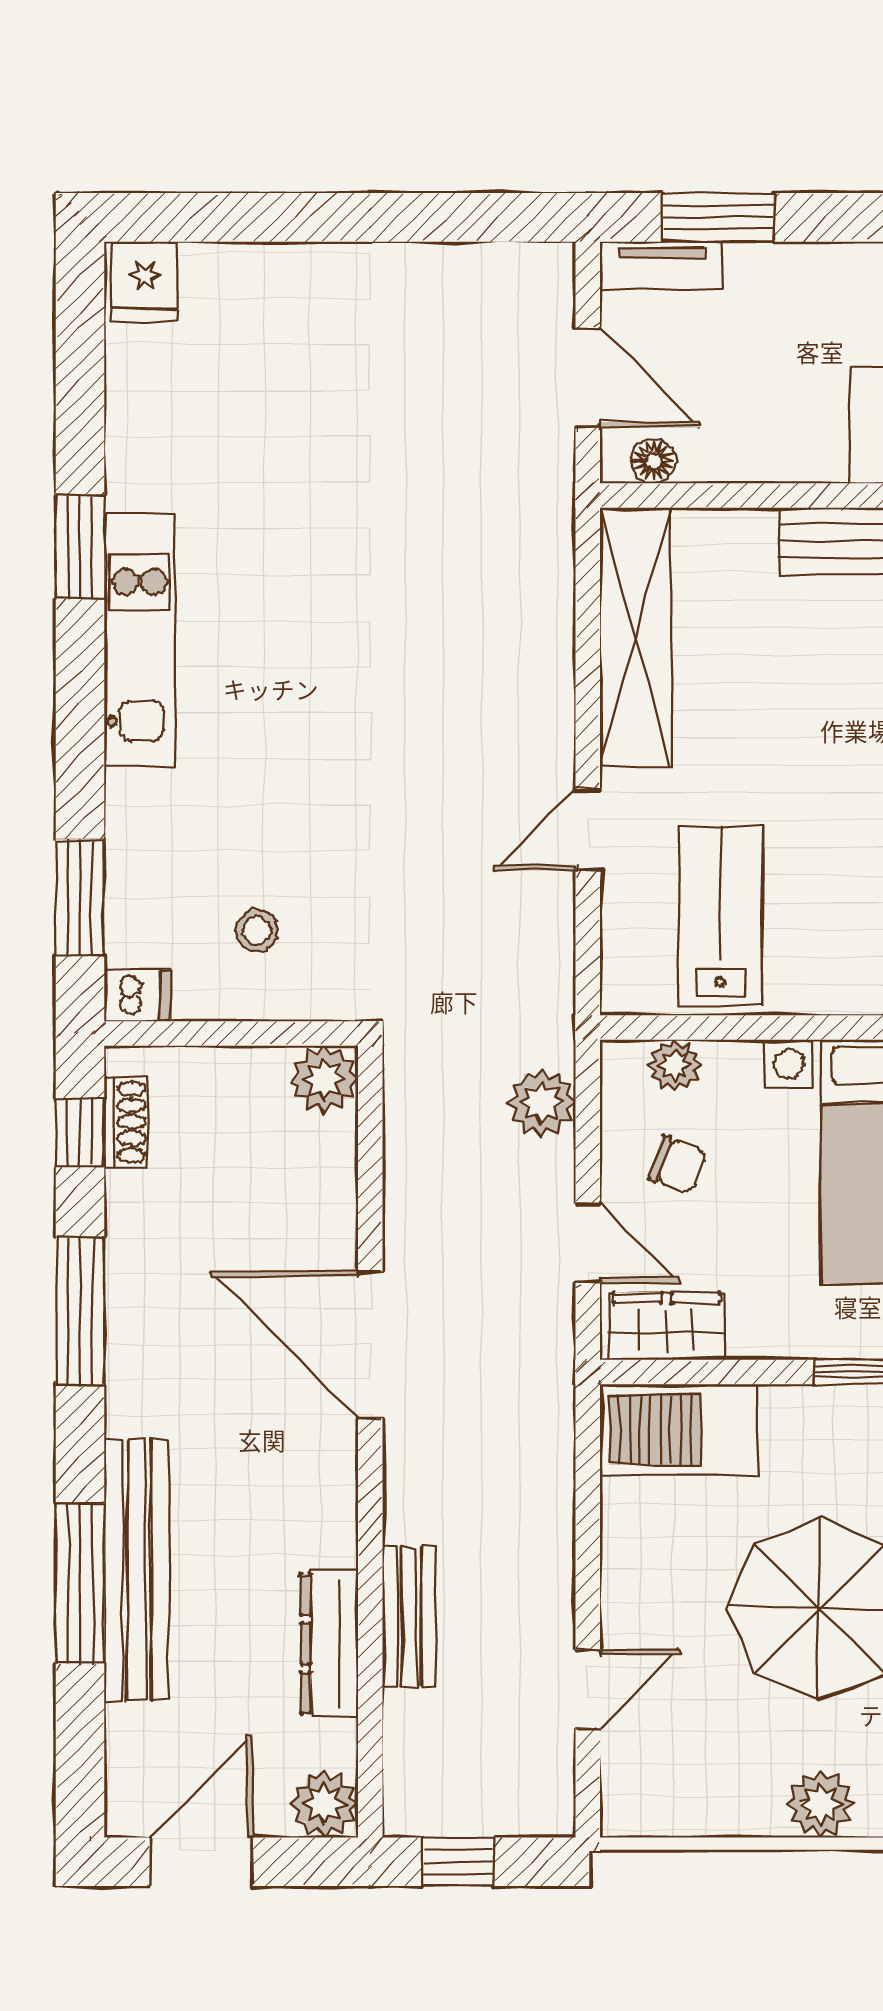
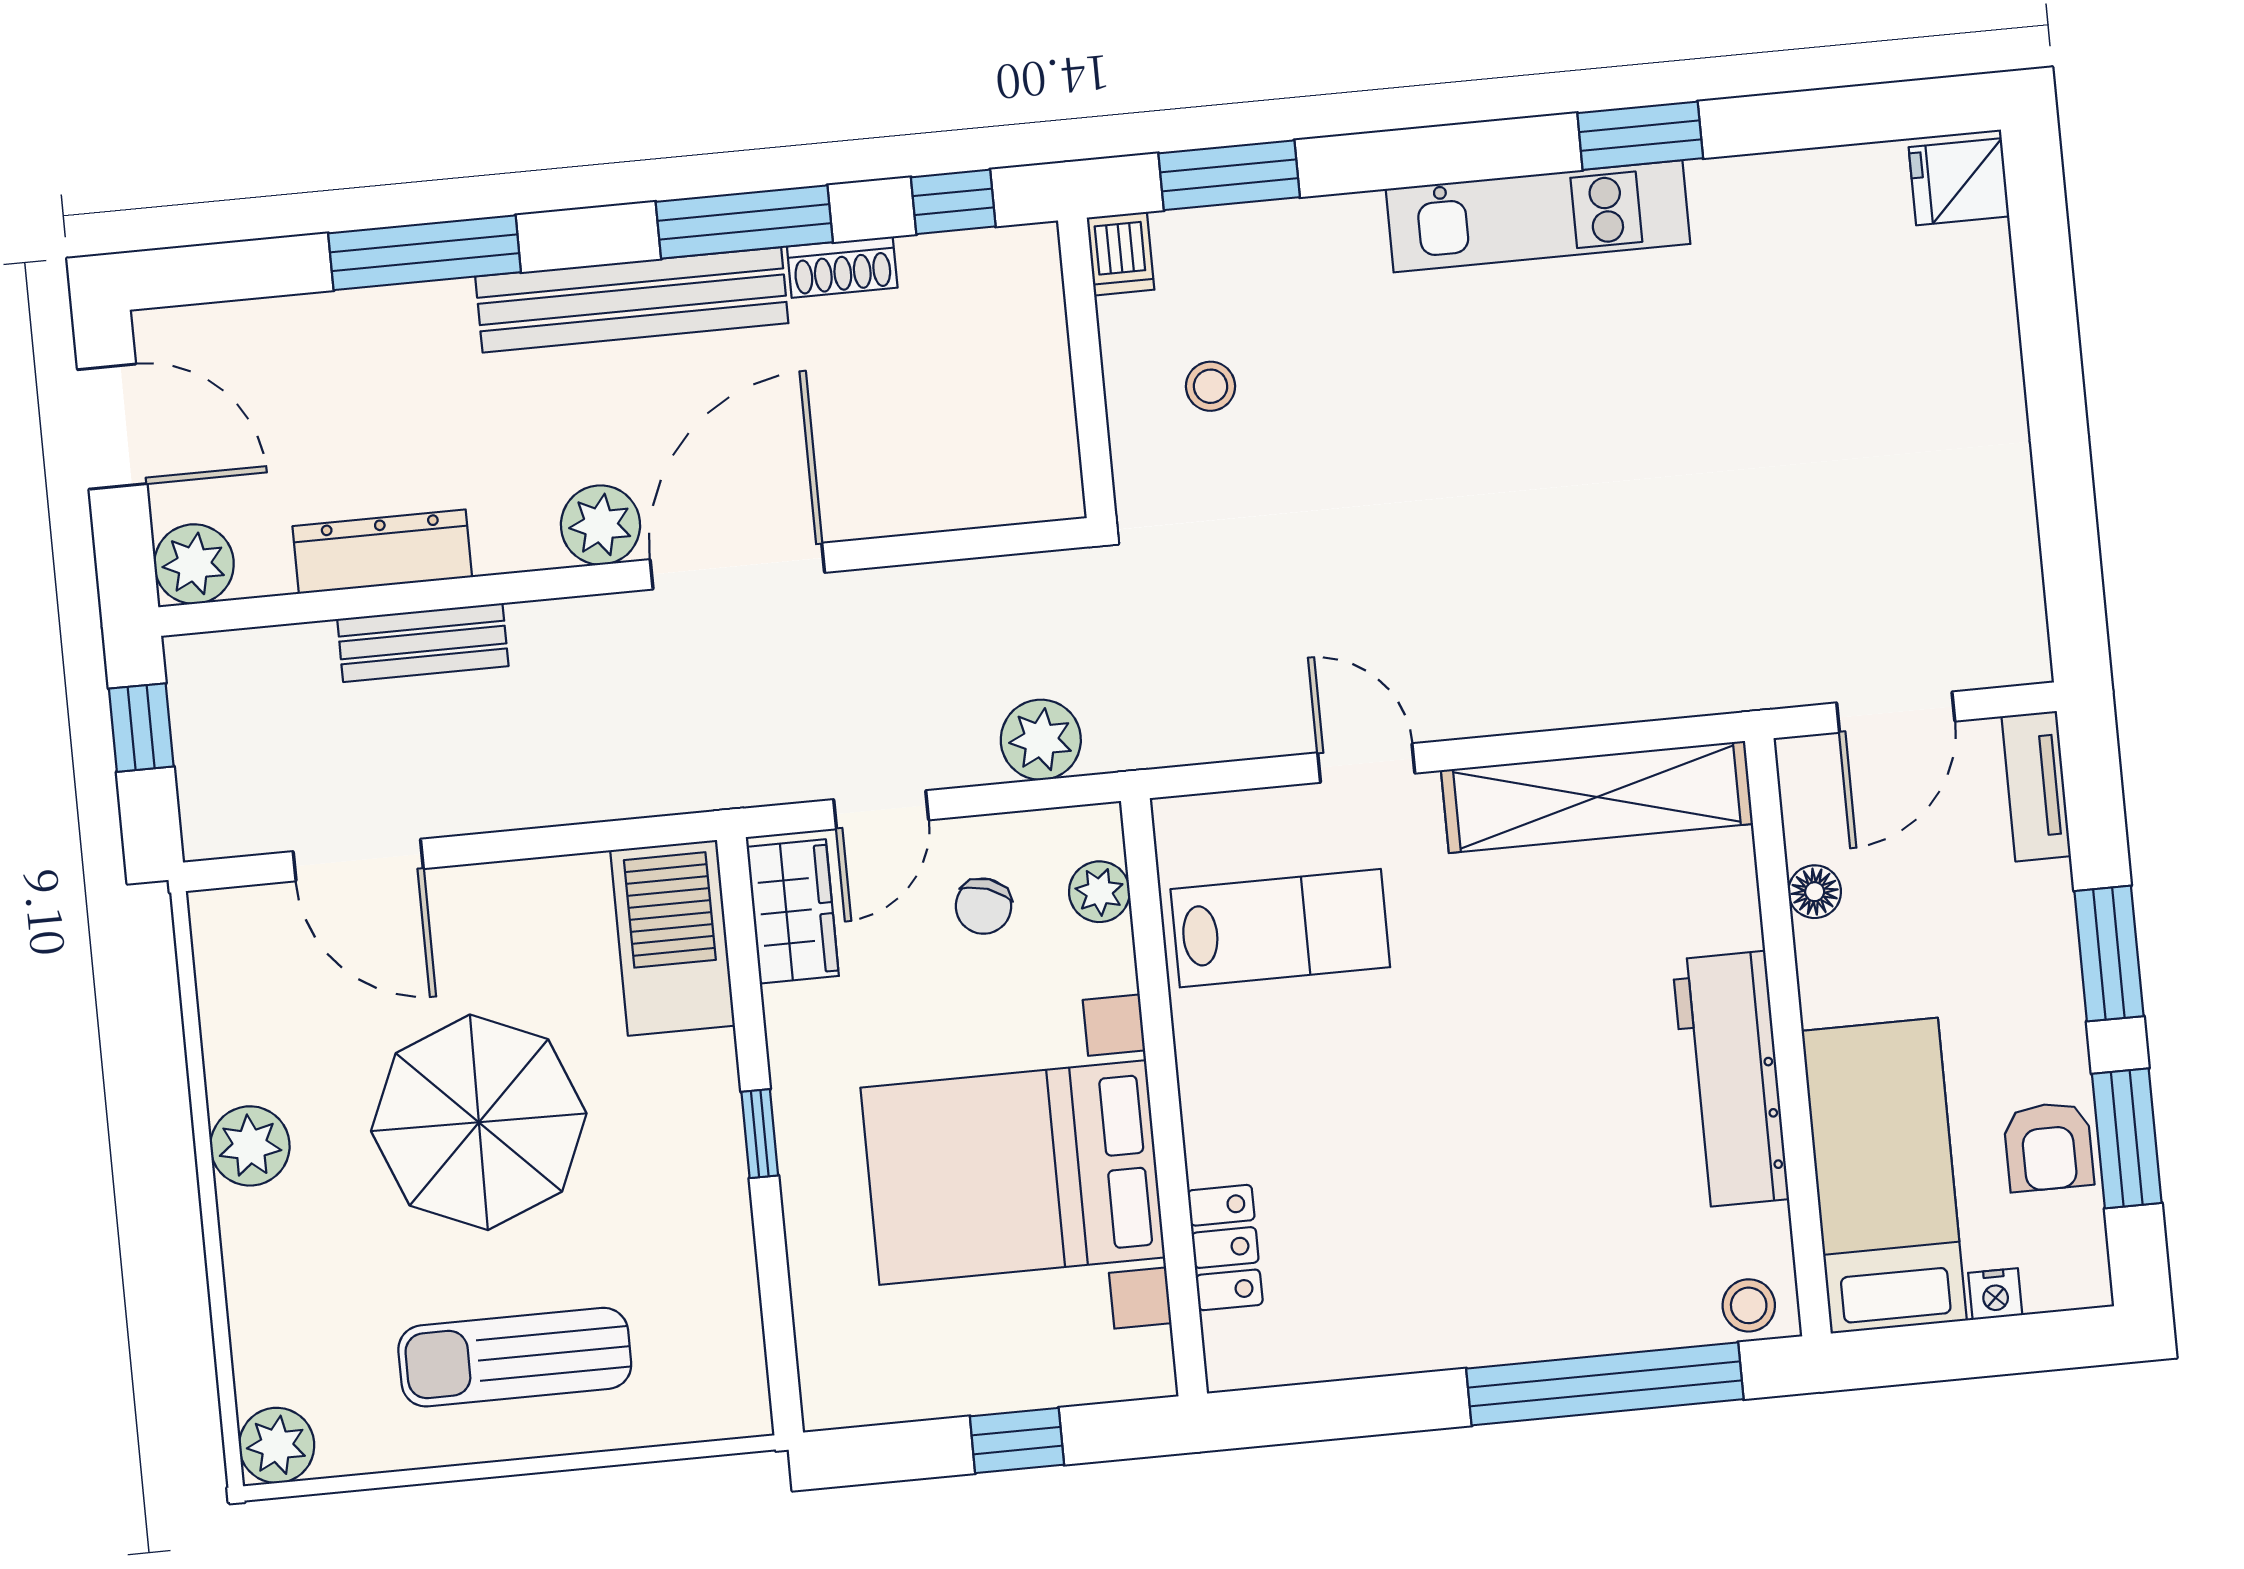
window: (718, 217) -> (2109, 954), moved
floor lamp: (653, 461) -> (1815, 892), moved
plant: (324, 1079) -> (600, 525), moved
shoe rack: (126, 1122) -> (842, 267), moved
bench: (137, 1570) -> (632, 300), moved
door: (588, 1689) -> (358, 860), width x1.38

